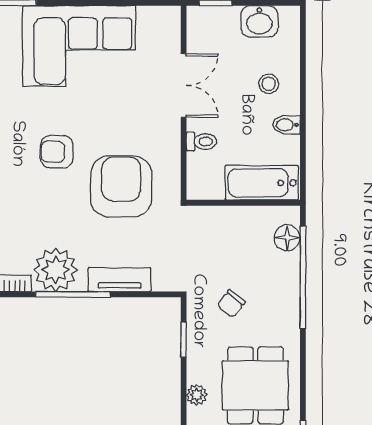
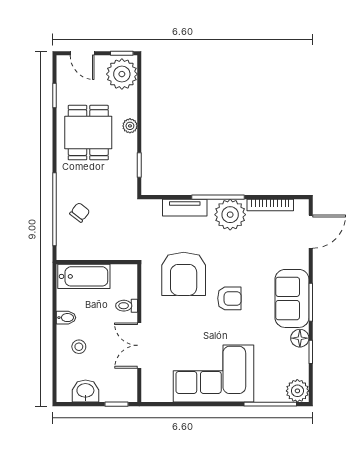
floor lamp: (287, 238) -> (66, 237), removed
chair: (231, 304) -> (80, 212), moved

